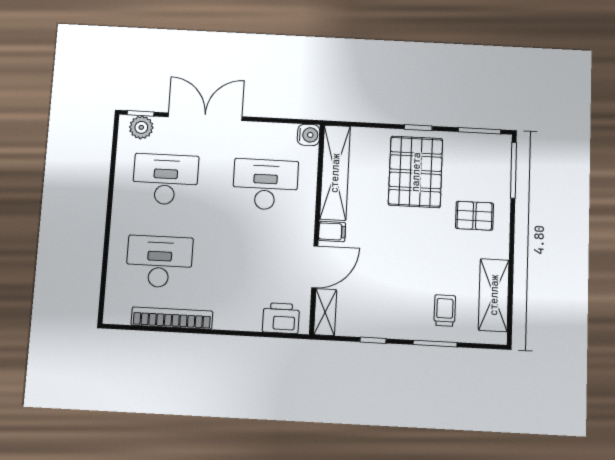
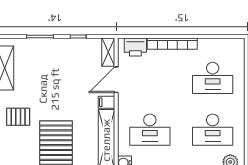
trolley: (445, 311) -> (35, 57), removed
bookcase: (172, 318) -> (172, 44), moved

